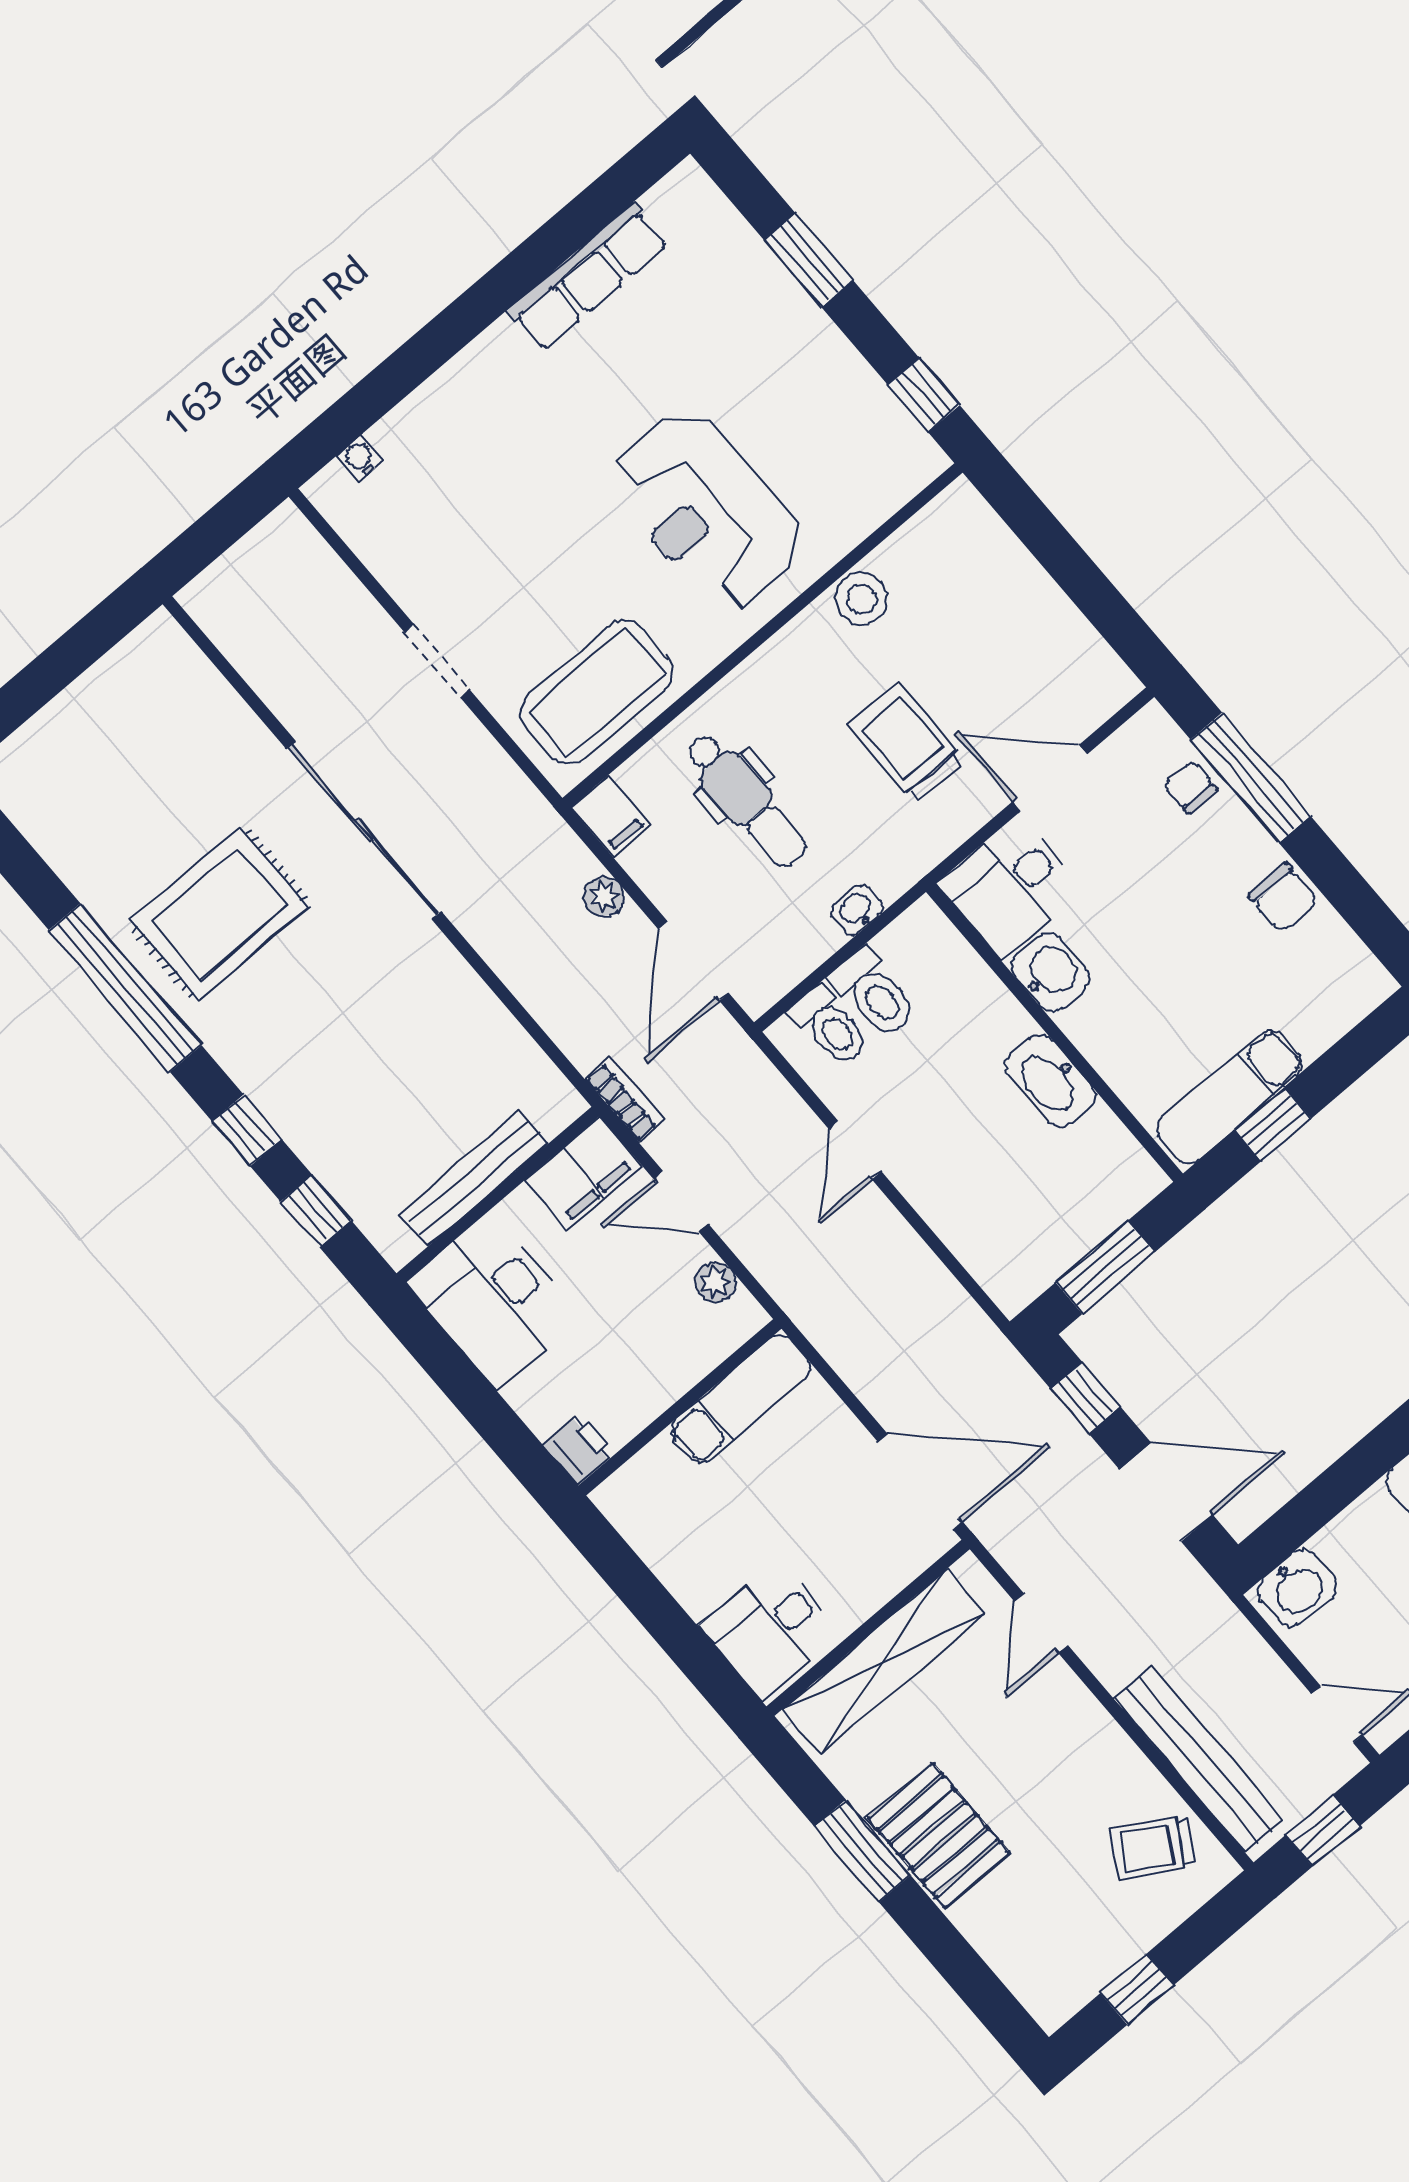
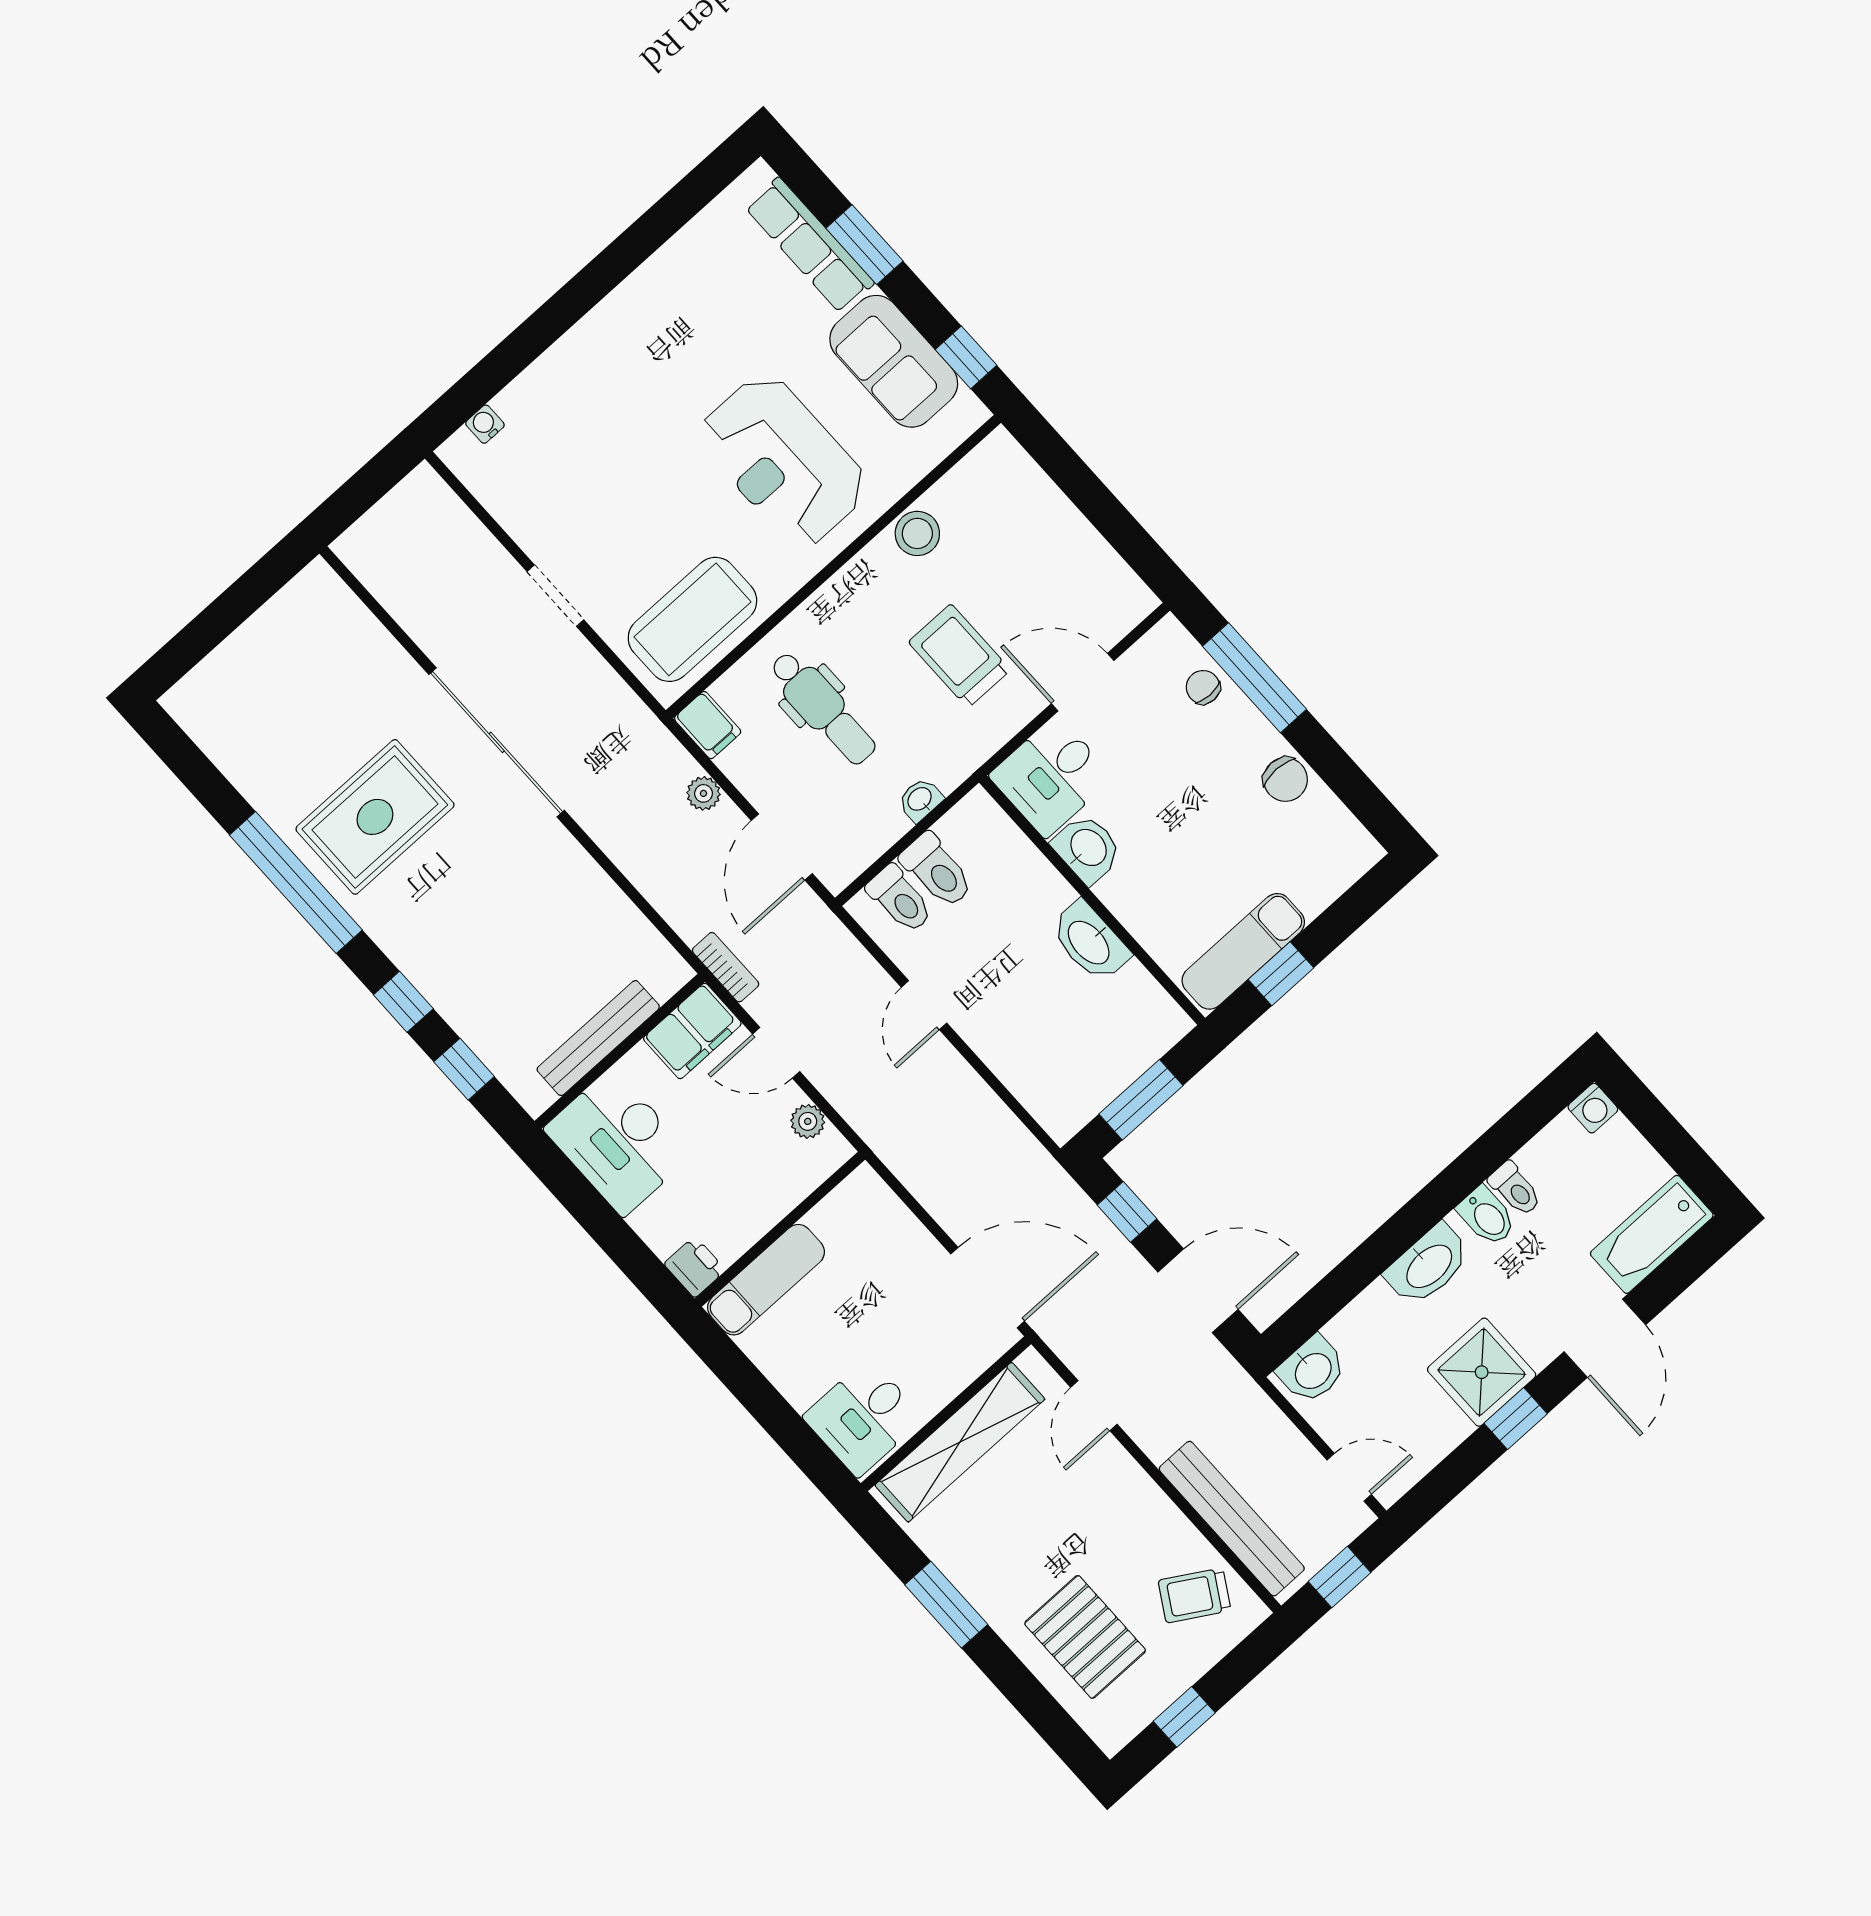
row of seats: (588, 277) -> (810, 245), moved, turned 90
sofa: (839, 397) -> (894, 361), added
exam couch: (741, 1399) -> (766, 1280), moved
pallet: (939, 1835) -> (1085, 1637), moved

